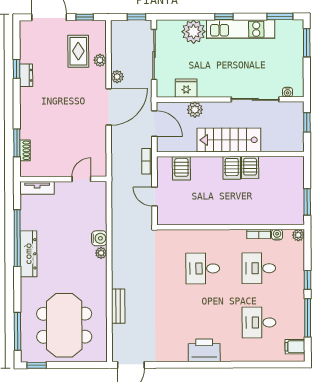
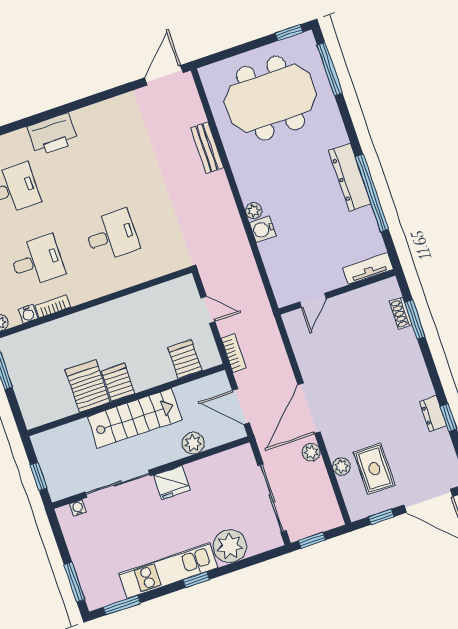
fridge: (186, 88) -> (172, 483), moved
server rack: (250, 168) -> (88, 386), width x1.36, depth x1.44
meeting table: (64, 325) -> (270, 98), turned 90
printer: (204, 350) -> (52, 135), moved

